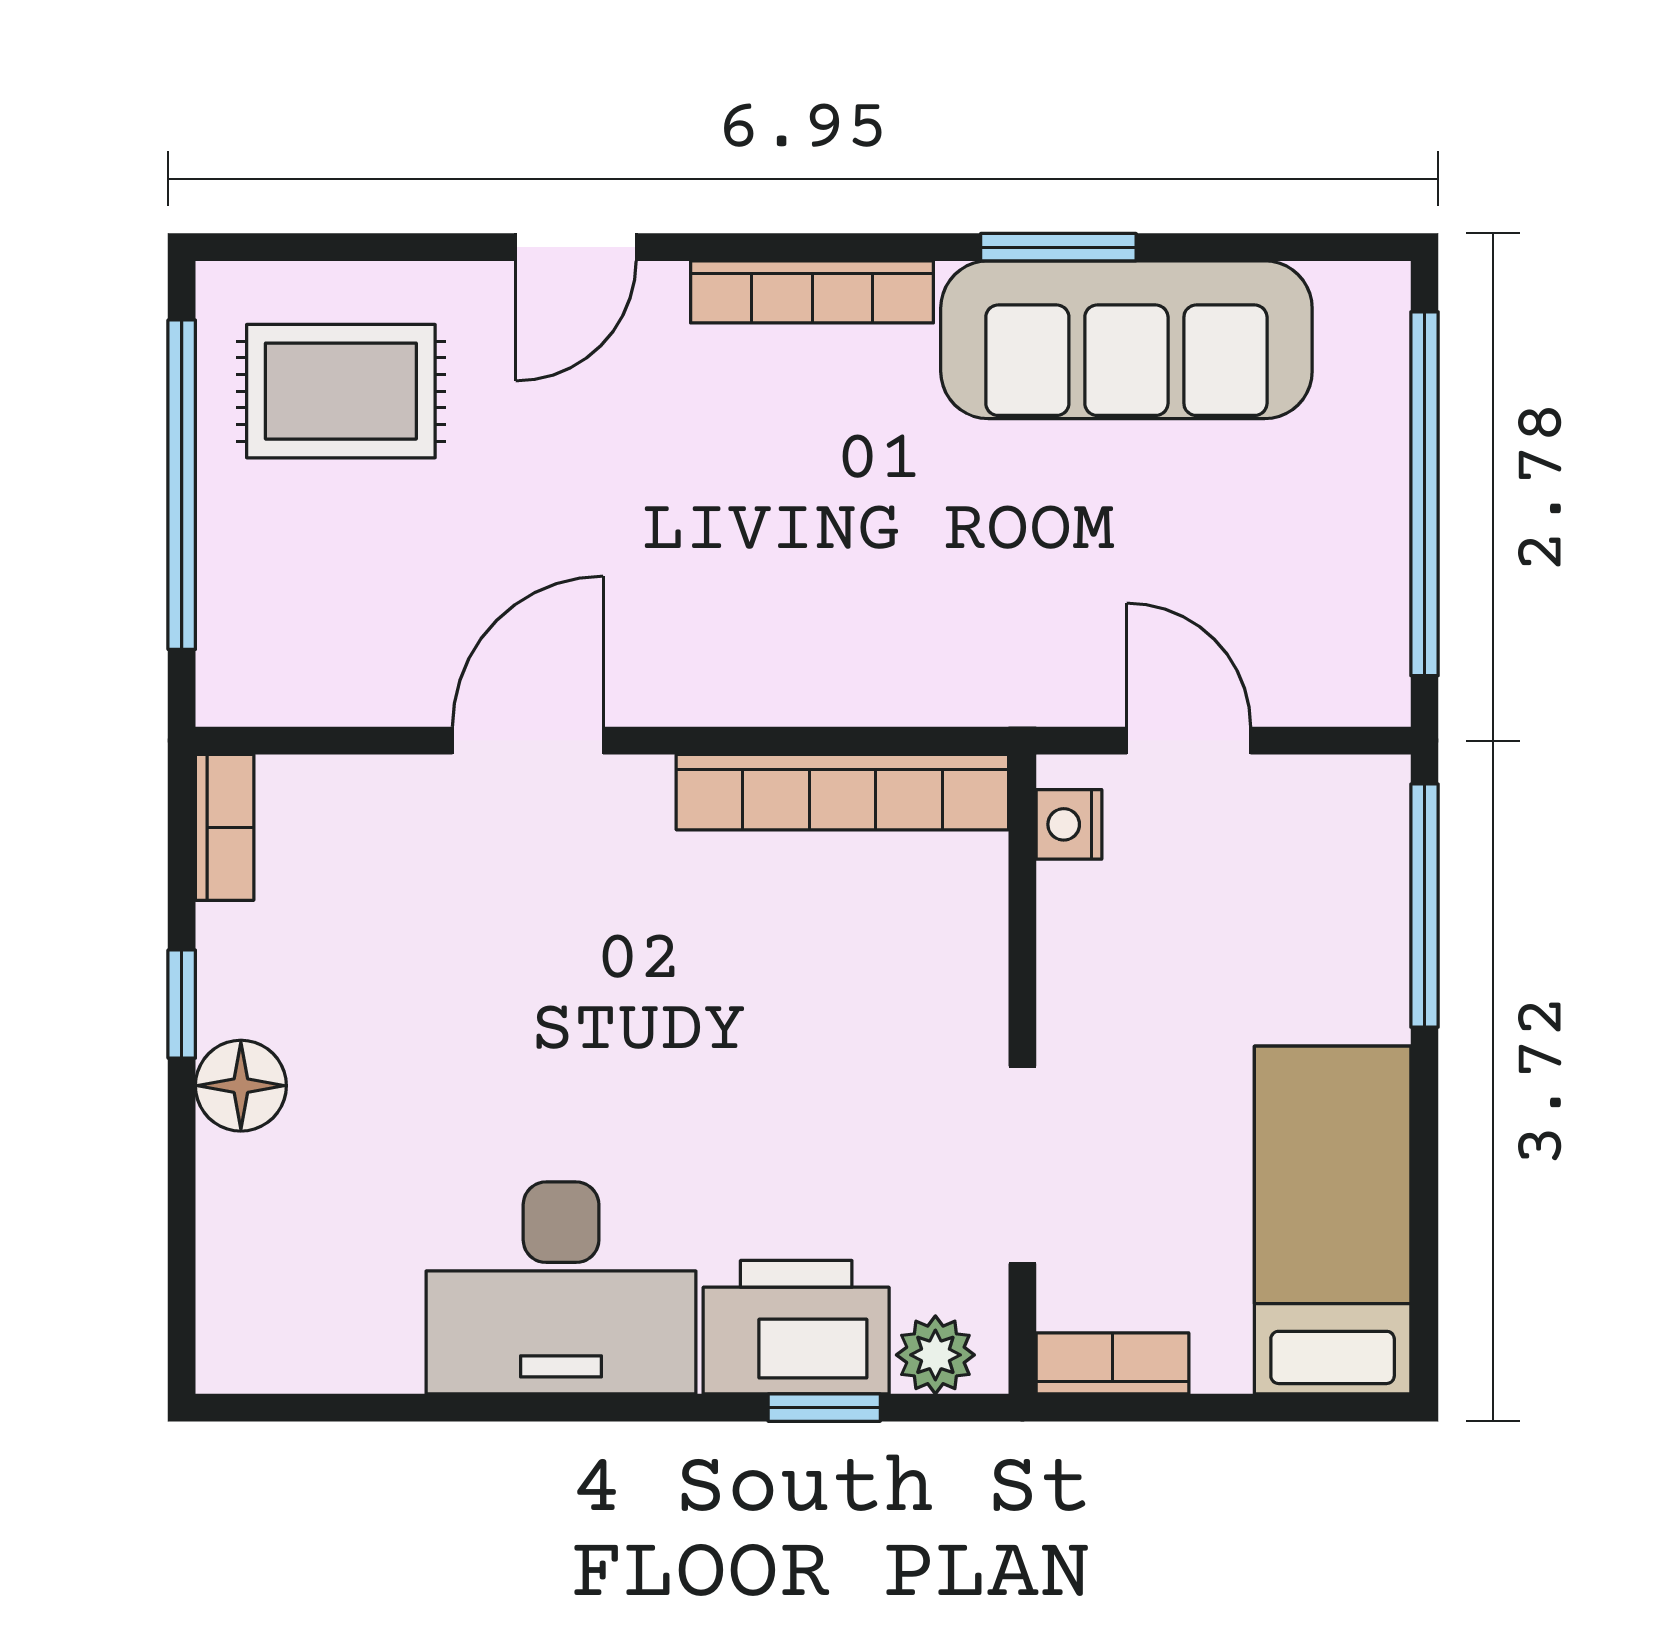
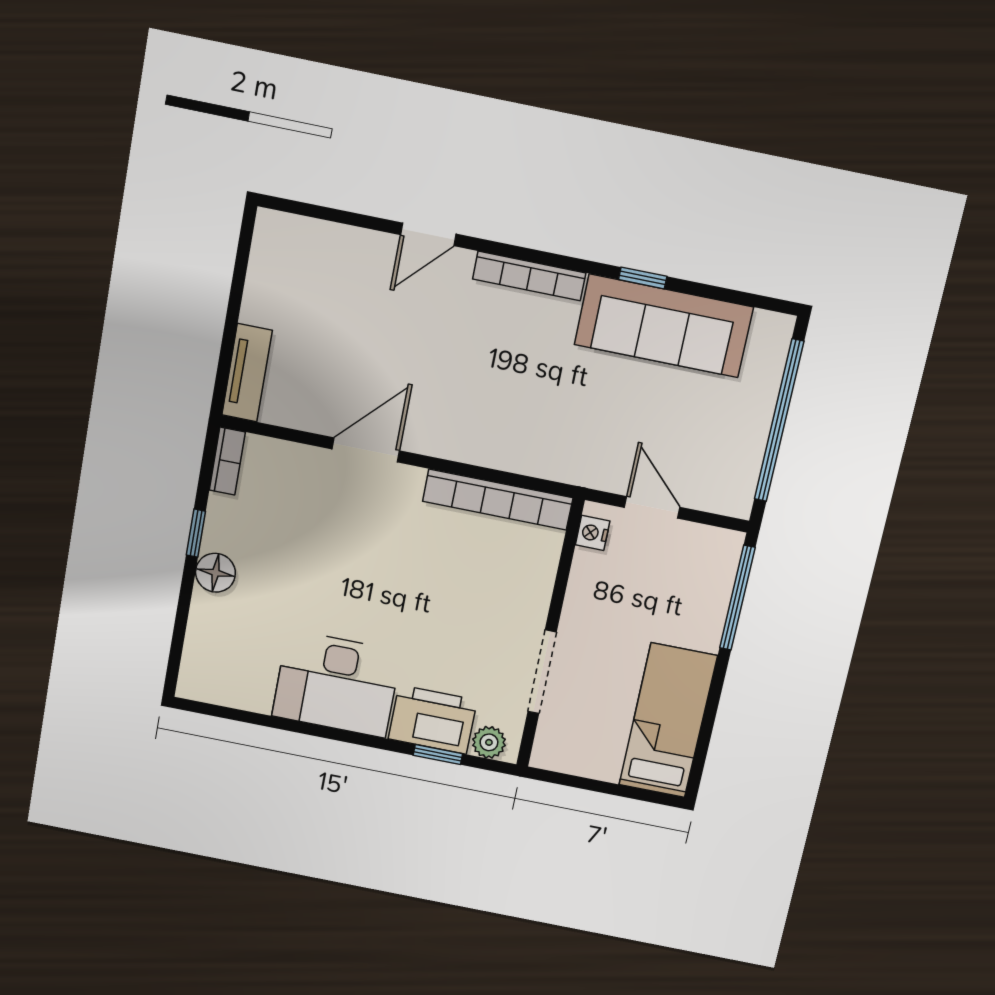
window: (1058, 247) -> (643, 278), width x0.67
rug: (341, 391) -> (312, 279), removed
window: (182, 485) -> (234, 306), removed
tv unit: (235, 623) -> (247, 373), added
bookcase: (1112, 1363) -> (563, 760), removed

